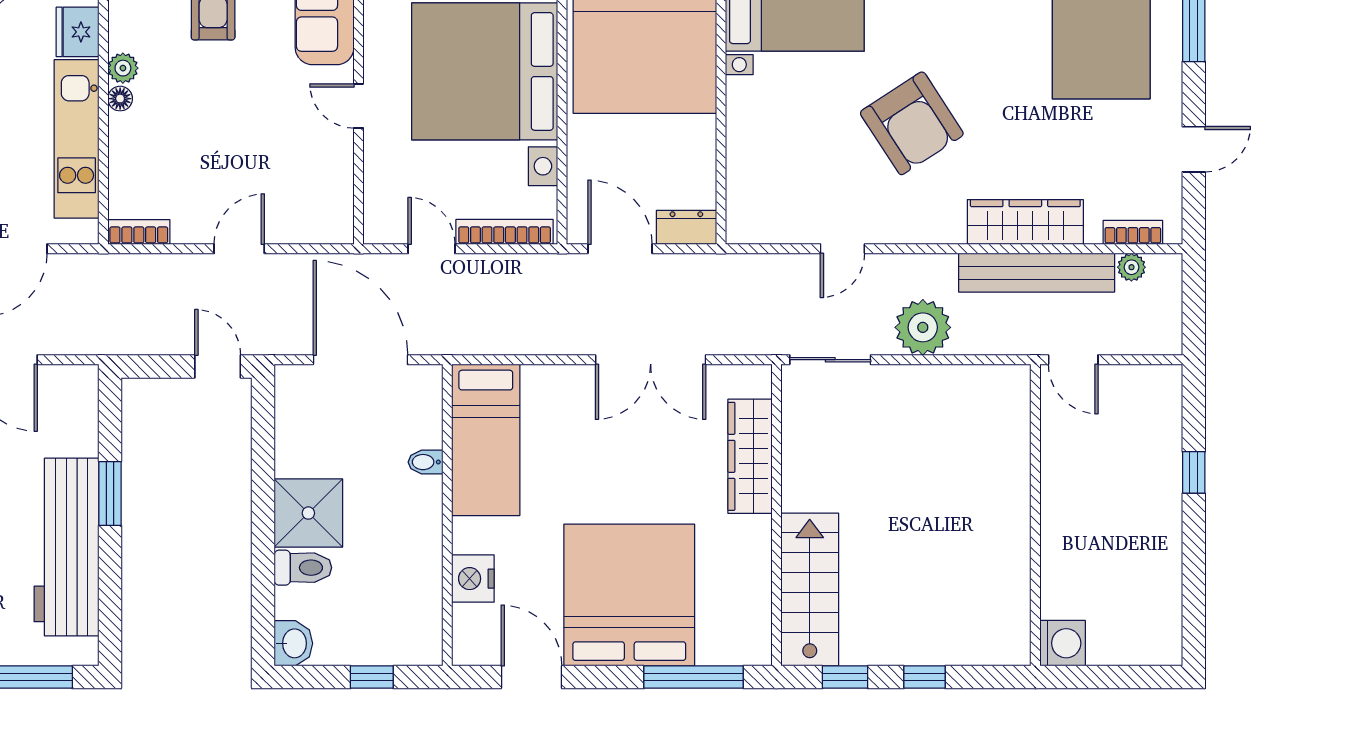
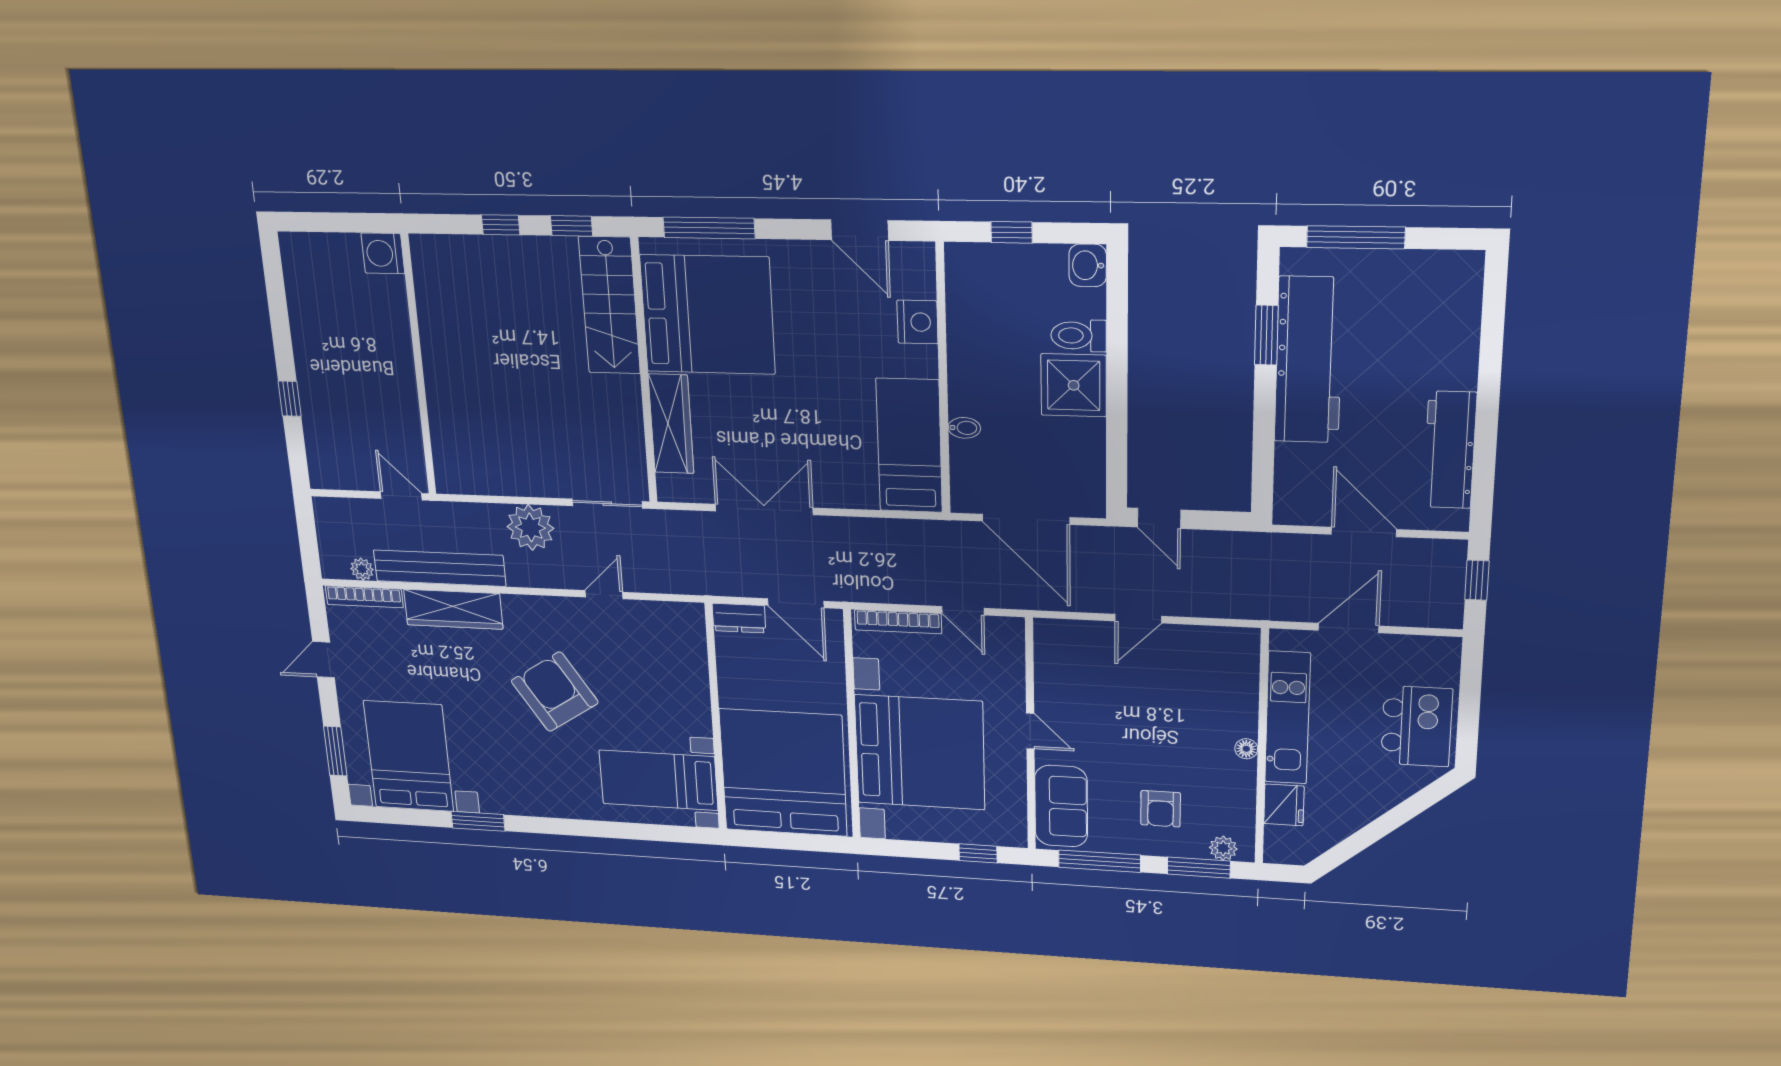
plant: (123, 68) -> (1243, 773), removed
bookcase: (139, 232) -> (1231, 637), removed
bookcase: (1133, 232) -> (364, 597), width x1.56
window: (110, 493) -> (1266, 335), moved
bed: (629, 595) -> (708, 315), moved, turned -90

